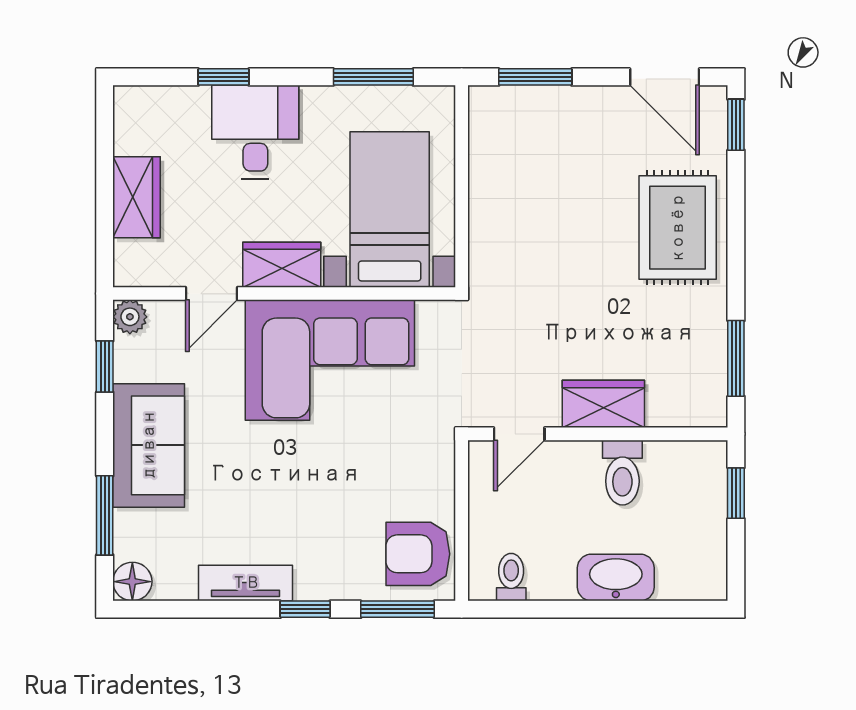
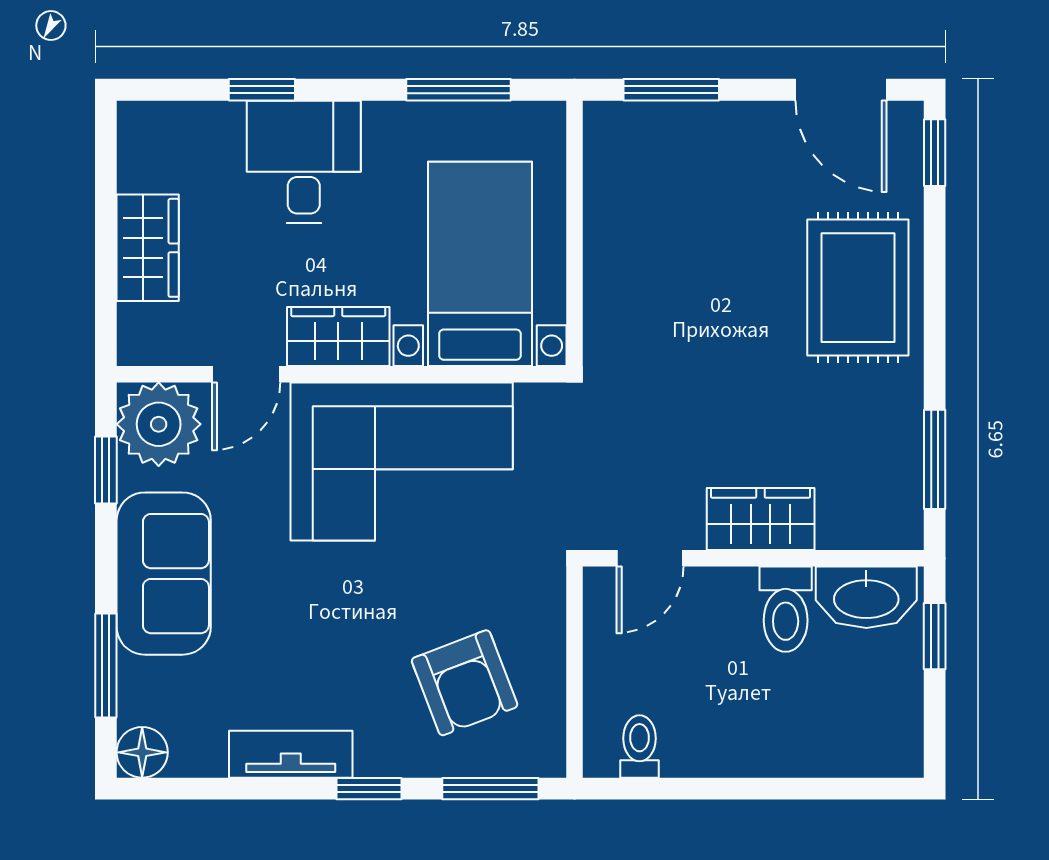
plant: (130, 317) -> (159, 424), width x1.88, depth x1.88
armchair: (418, 554) -> (465, 683), moved, turned -111
washbasin: (616, 577) -> (866, 597), moved, turned 180

